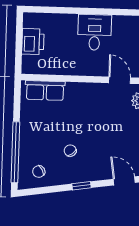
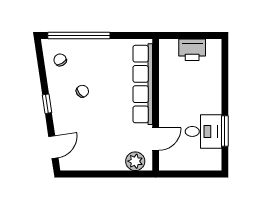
window: (114, 12) -> (225, 131), added
desk: (95, 32) -> (203, 131), moved
row of seats: (45, 91) -> (143, 84), width x2.02

